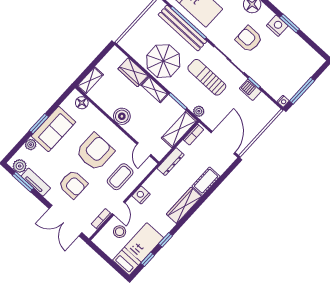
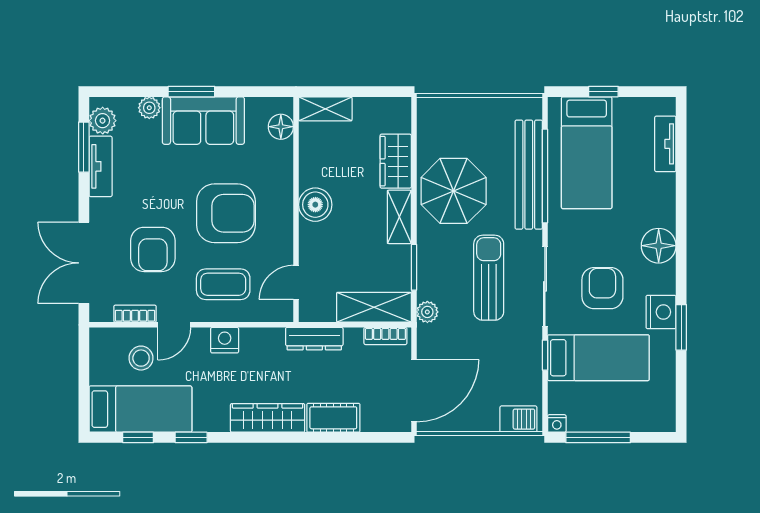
bed: (273, 64) -> (598, 358), added
barbecue: (250, 90) -> (518, 419), moved, turned 90
armchair: (73, 184) -> (153, 249), moved

